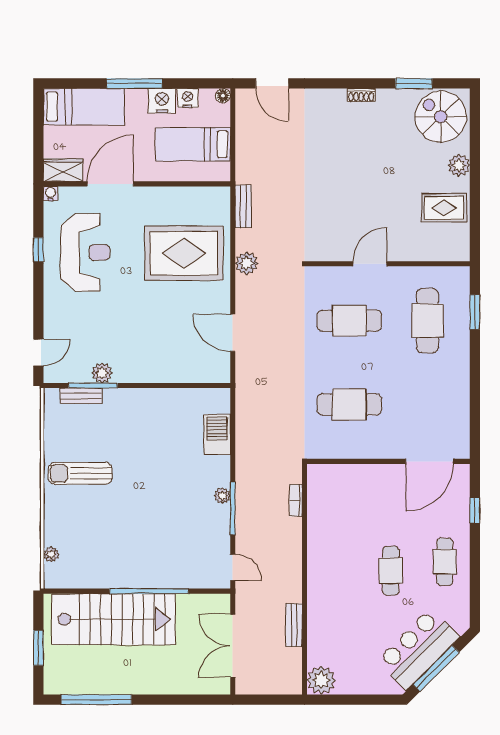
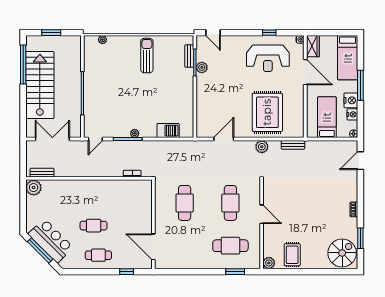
plant: (459, 165) -> (269, 263), moved
stairs: (114, 619) -> (40, 85), moved, turned 180
bench: (294, 625) -> (42, 173), moved

